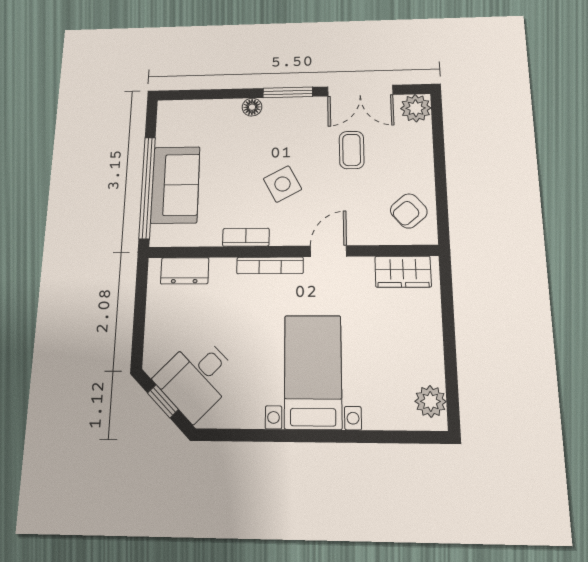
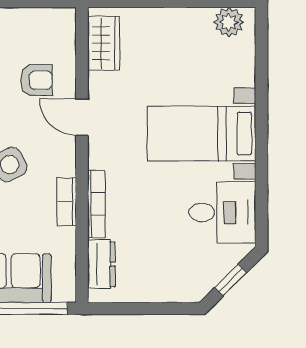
armchair: (409, 211) -> (36, 80), moved, turned -50
bookcase: (270, 265) -> (96, 204), moved
desk: (197, 377) -> (222, 212), moved, turned -45

